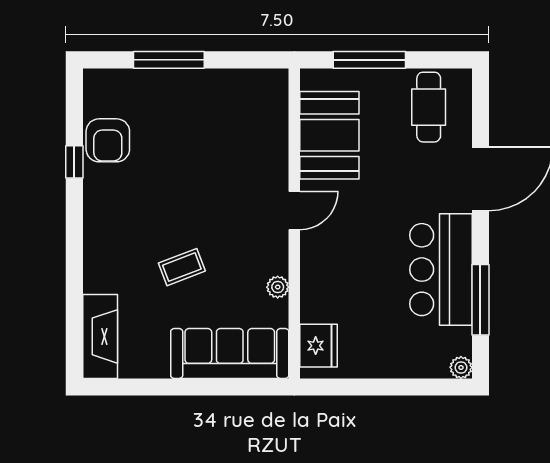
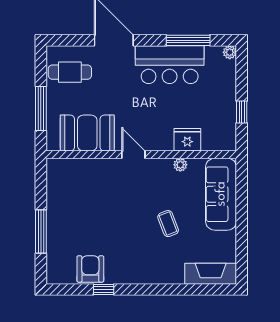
armchair: (108, 140) -> (90, 269), turned -90
fridge: (318, 346) -> (187, 140), moved
window: (364, 387) -> (242, 112), added

